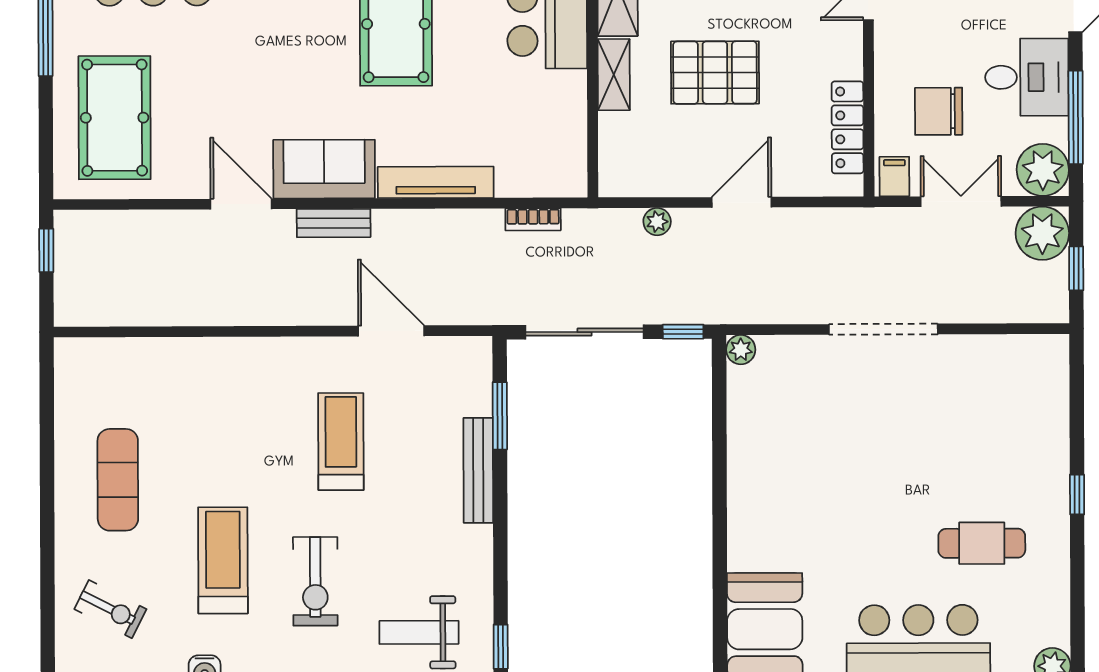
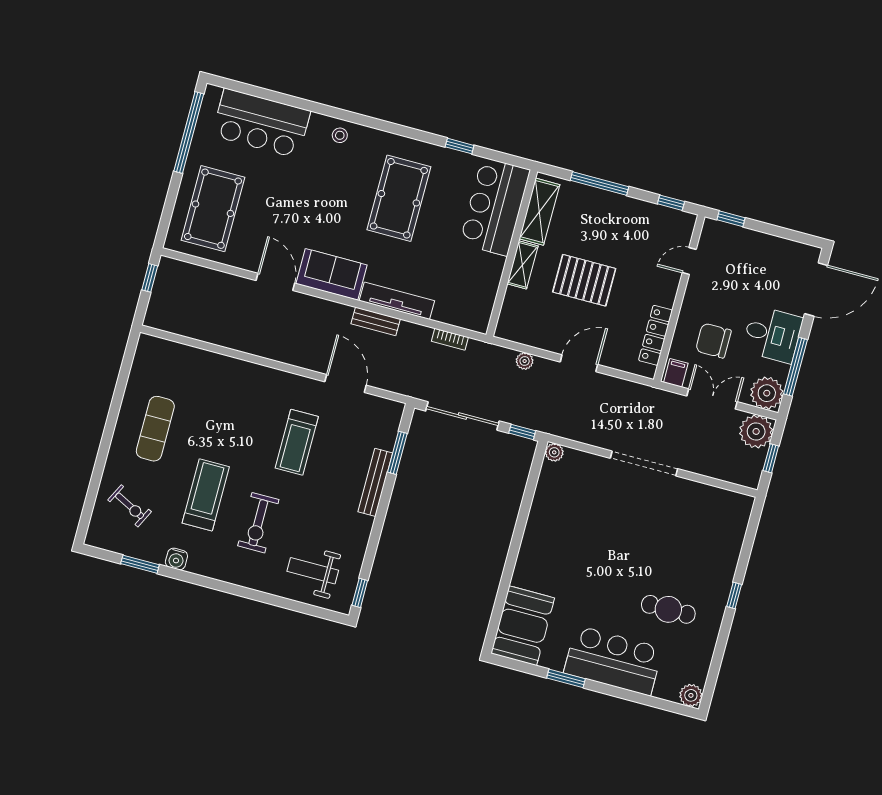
bench: (334, 223) -> (376, 321), moved
treadmill: (341, 442) -> (297, 442), turned 180

